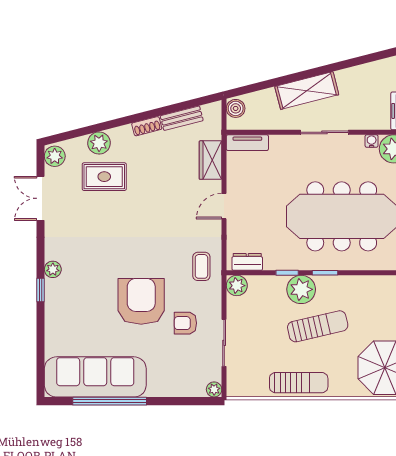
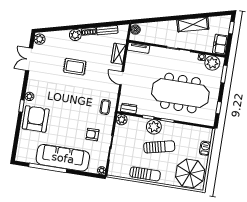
shelving: (307, 91) -> (193, 24), moved
plant: (99, 143) -> (75, 35), moved
rug: (104, 177) -> (75, 67), moved
door: (224, 206) -> (122, 78), hinge flipped
armchair: (141, 301) -> (36, 119), moved
sofa: (95, 377) -> (63, 158), moved

